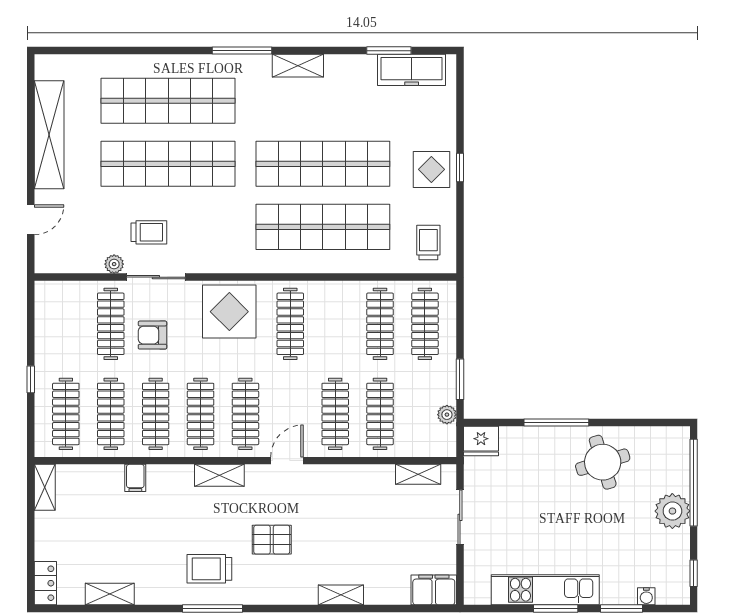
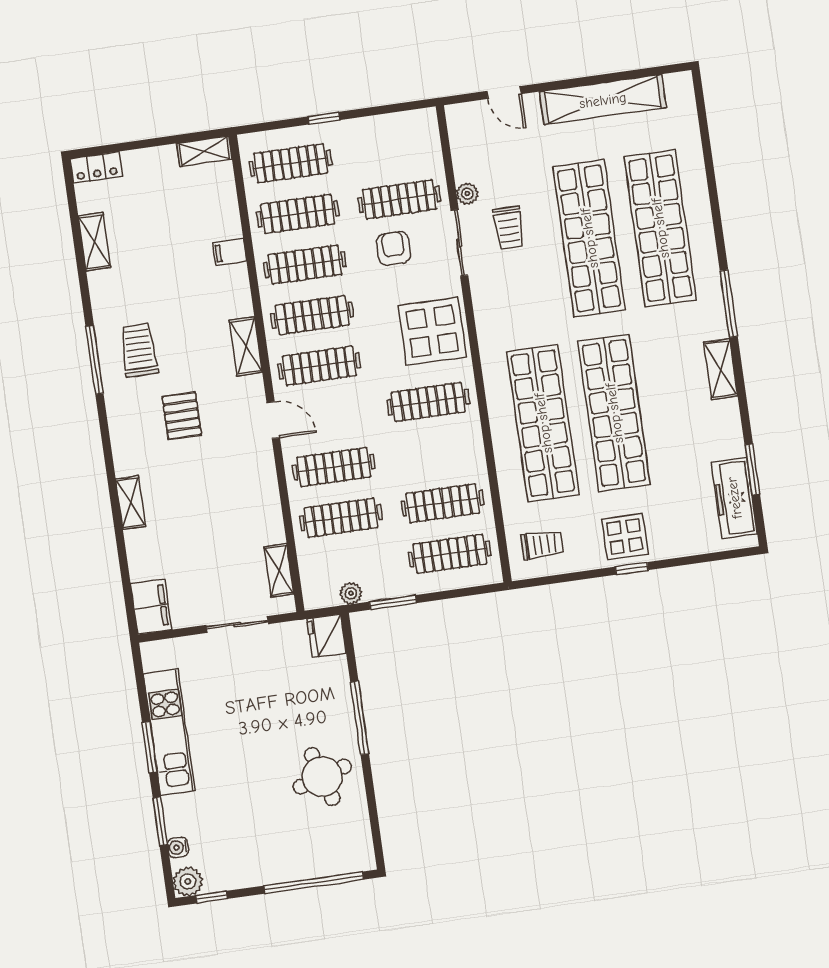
plant: (672, 511) -> (188, 881), moved, width x0.73, depth x0.73

